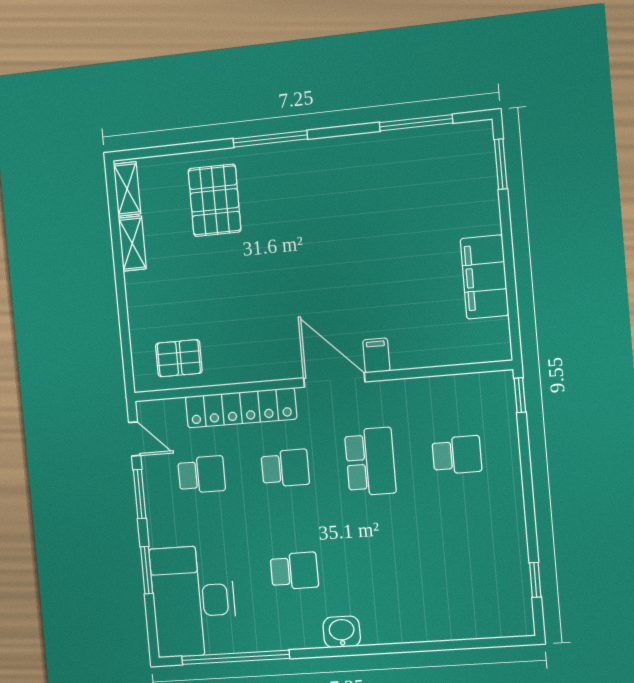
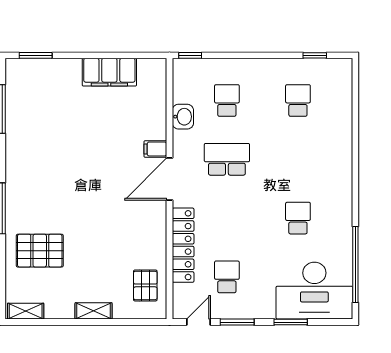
shelving: (132, 244) -> (94, 311), moved
school desk: (285, 468) -> (298, 100), moved
washbasin: (342, 632) -> (183, 117), moved, turned 180

